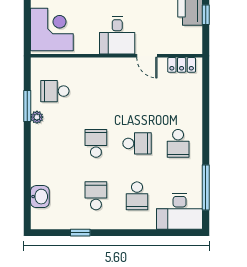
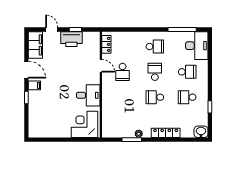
desk: (117, 35) -> (88, 95), moved
door: (147, 56) -> (101, 66), hinge flipped
school desk: (55, 91) -> (123, 72), moved
locker: (38, 161) -> (166, 133), added
washbasin: (40, 197) -> (201, 132), moved

